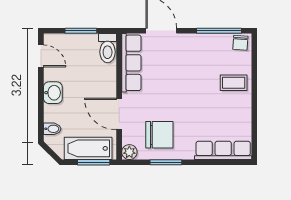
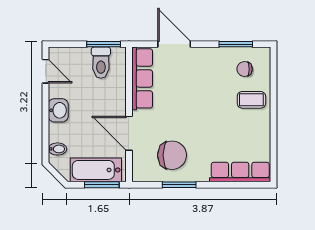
window: (81, 31) -> (104, 44), moved
window: (219, 31) -> (236, 44), width x0.69
chair: (240, 43) -> (245, 69), moved, turned 86
toilet: (108, 48) -> (101, 63), moved
plant: (129, 152) -> (140, 174), removed

